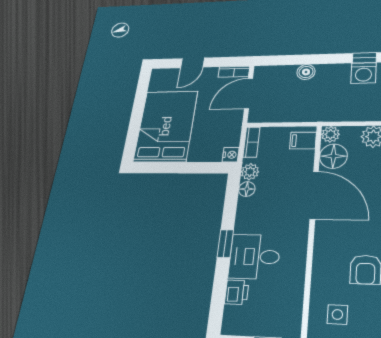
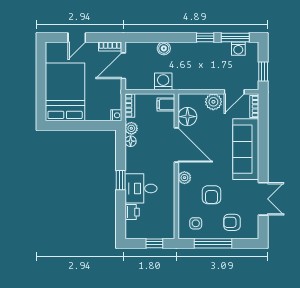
washing machine: (364, 73) -> (163, 81), moved, turned 180
plant: (330, 134) -> (184, 178), moved

